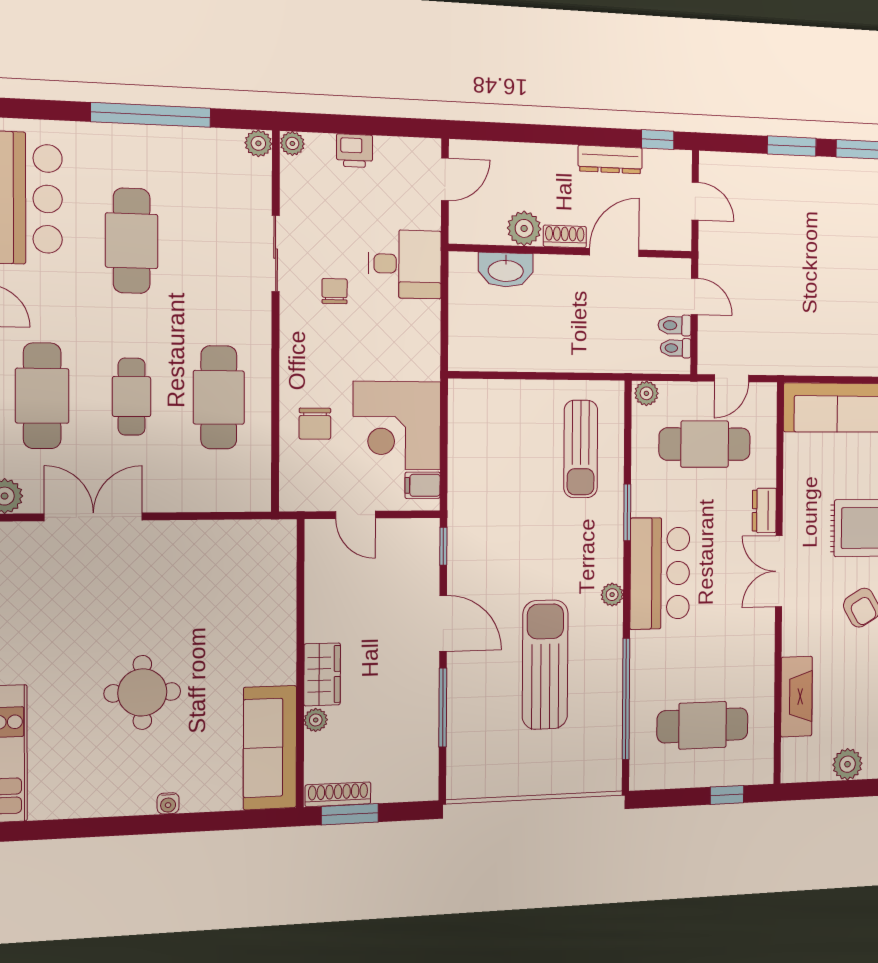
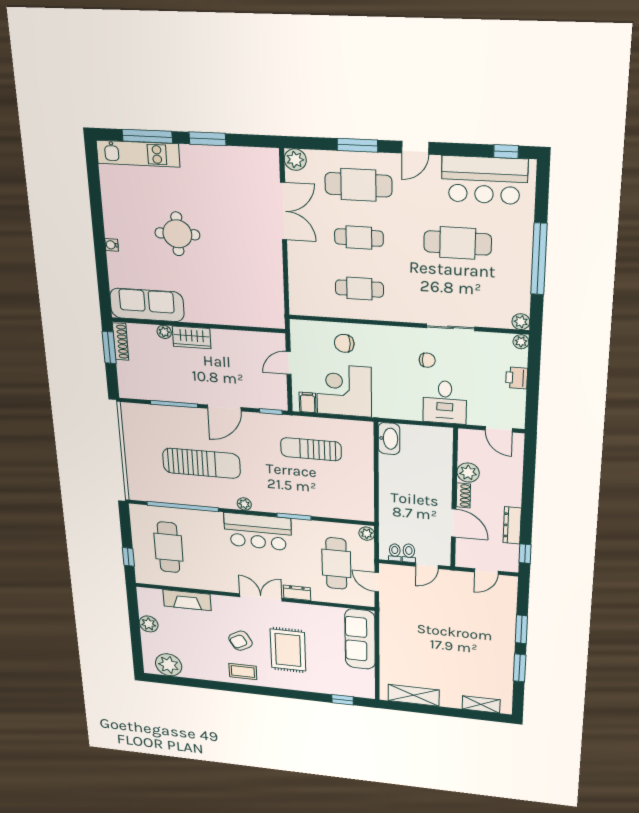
washbasin: (506, 270) -> (389, 439), moved, turned 180
cafe table: (219, 397) -> (359, 289), width x0.73, depth x0.74
sun lounger: (581, 449) -> (311, 449), moved

